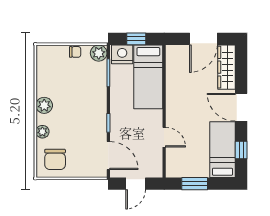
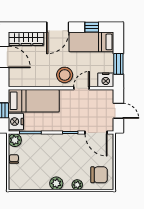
stool: (181, 116) -> (65, 75), added
door: (108, 155) -> (96, 132), swing flipped
nightstand: (175, 168) -> (106, 80), added

